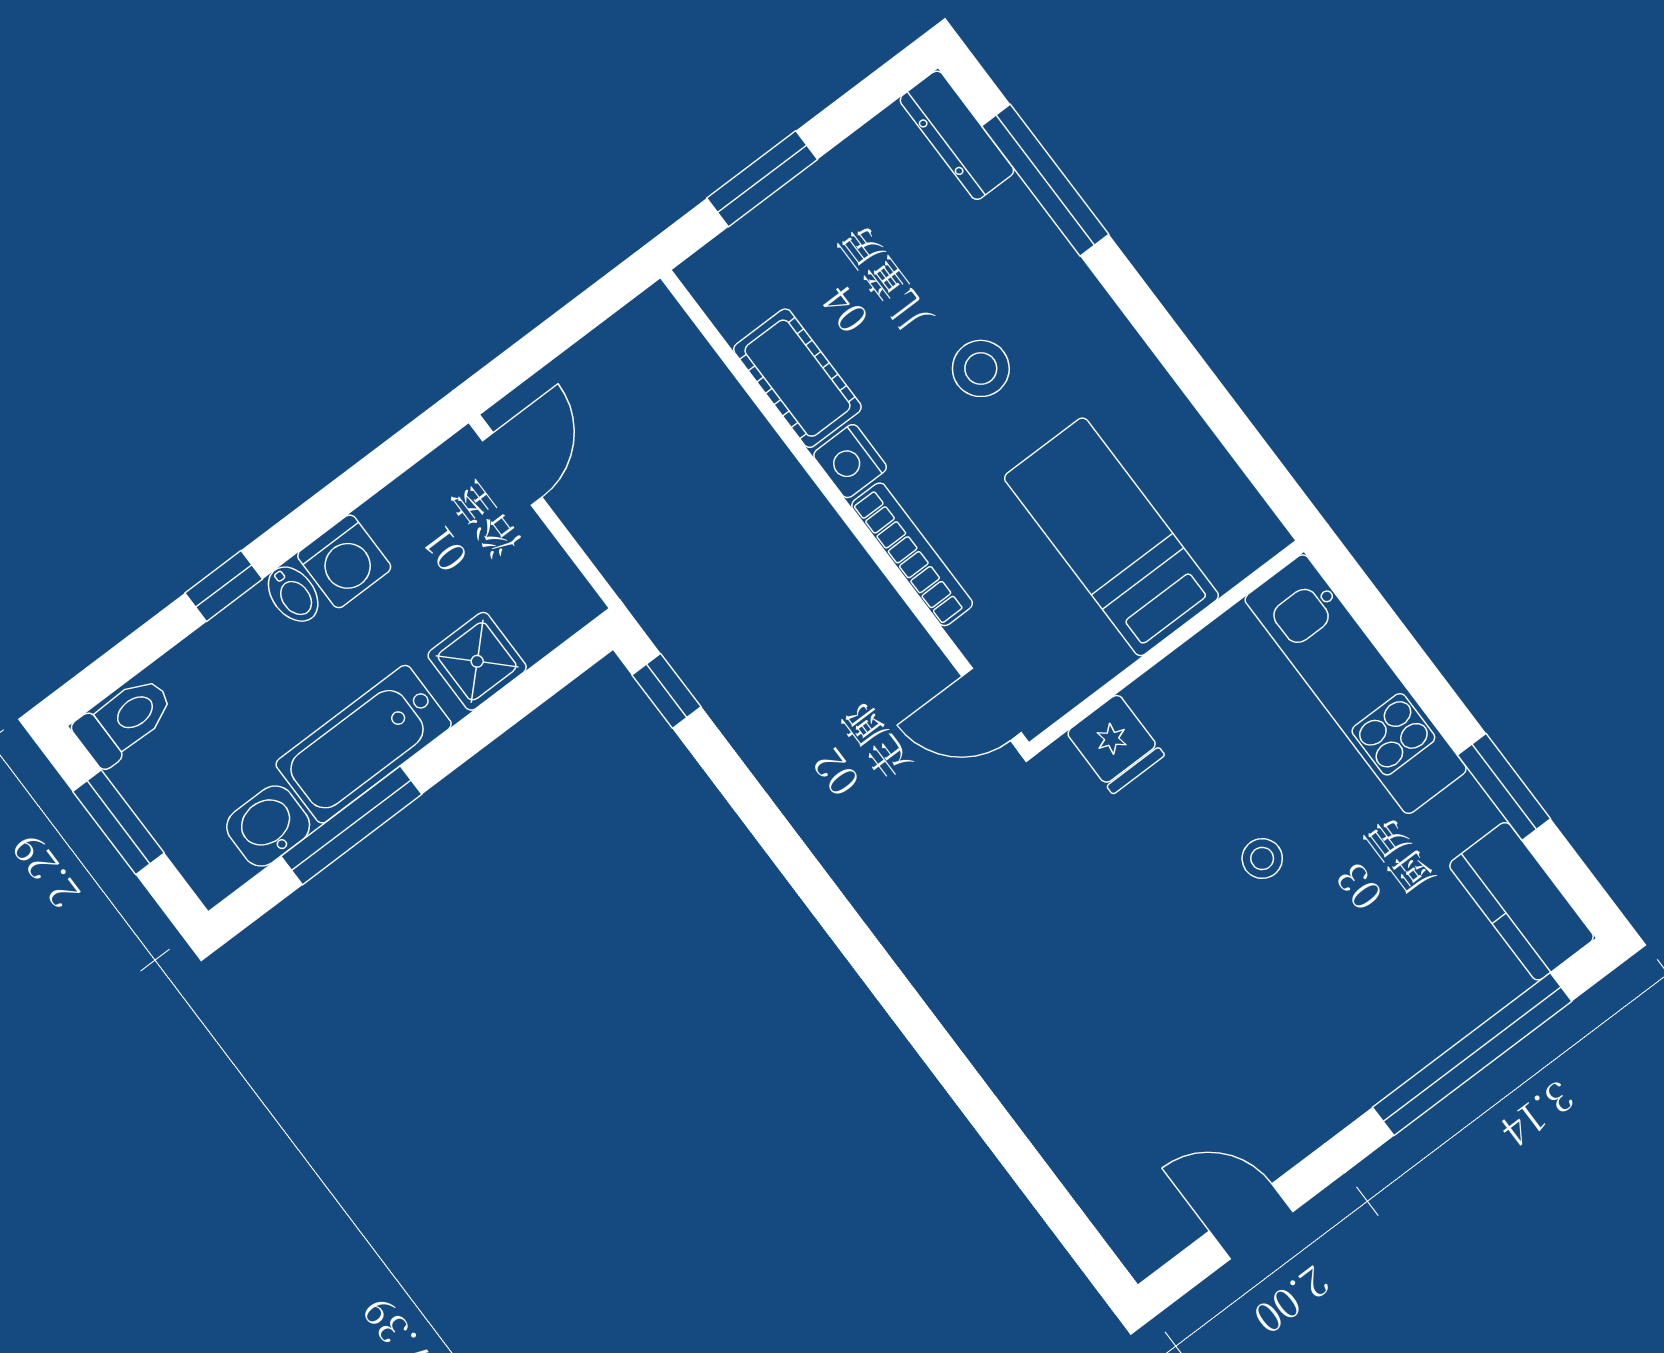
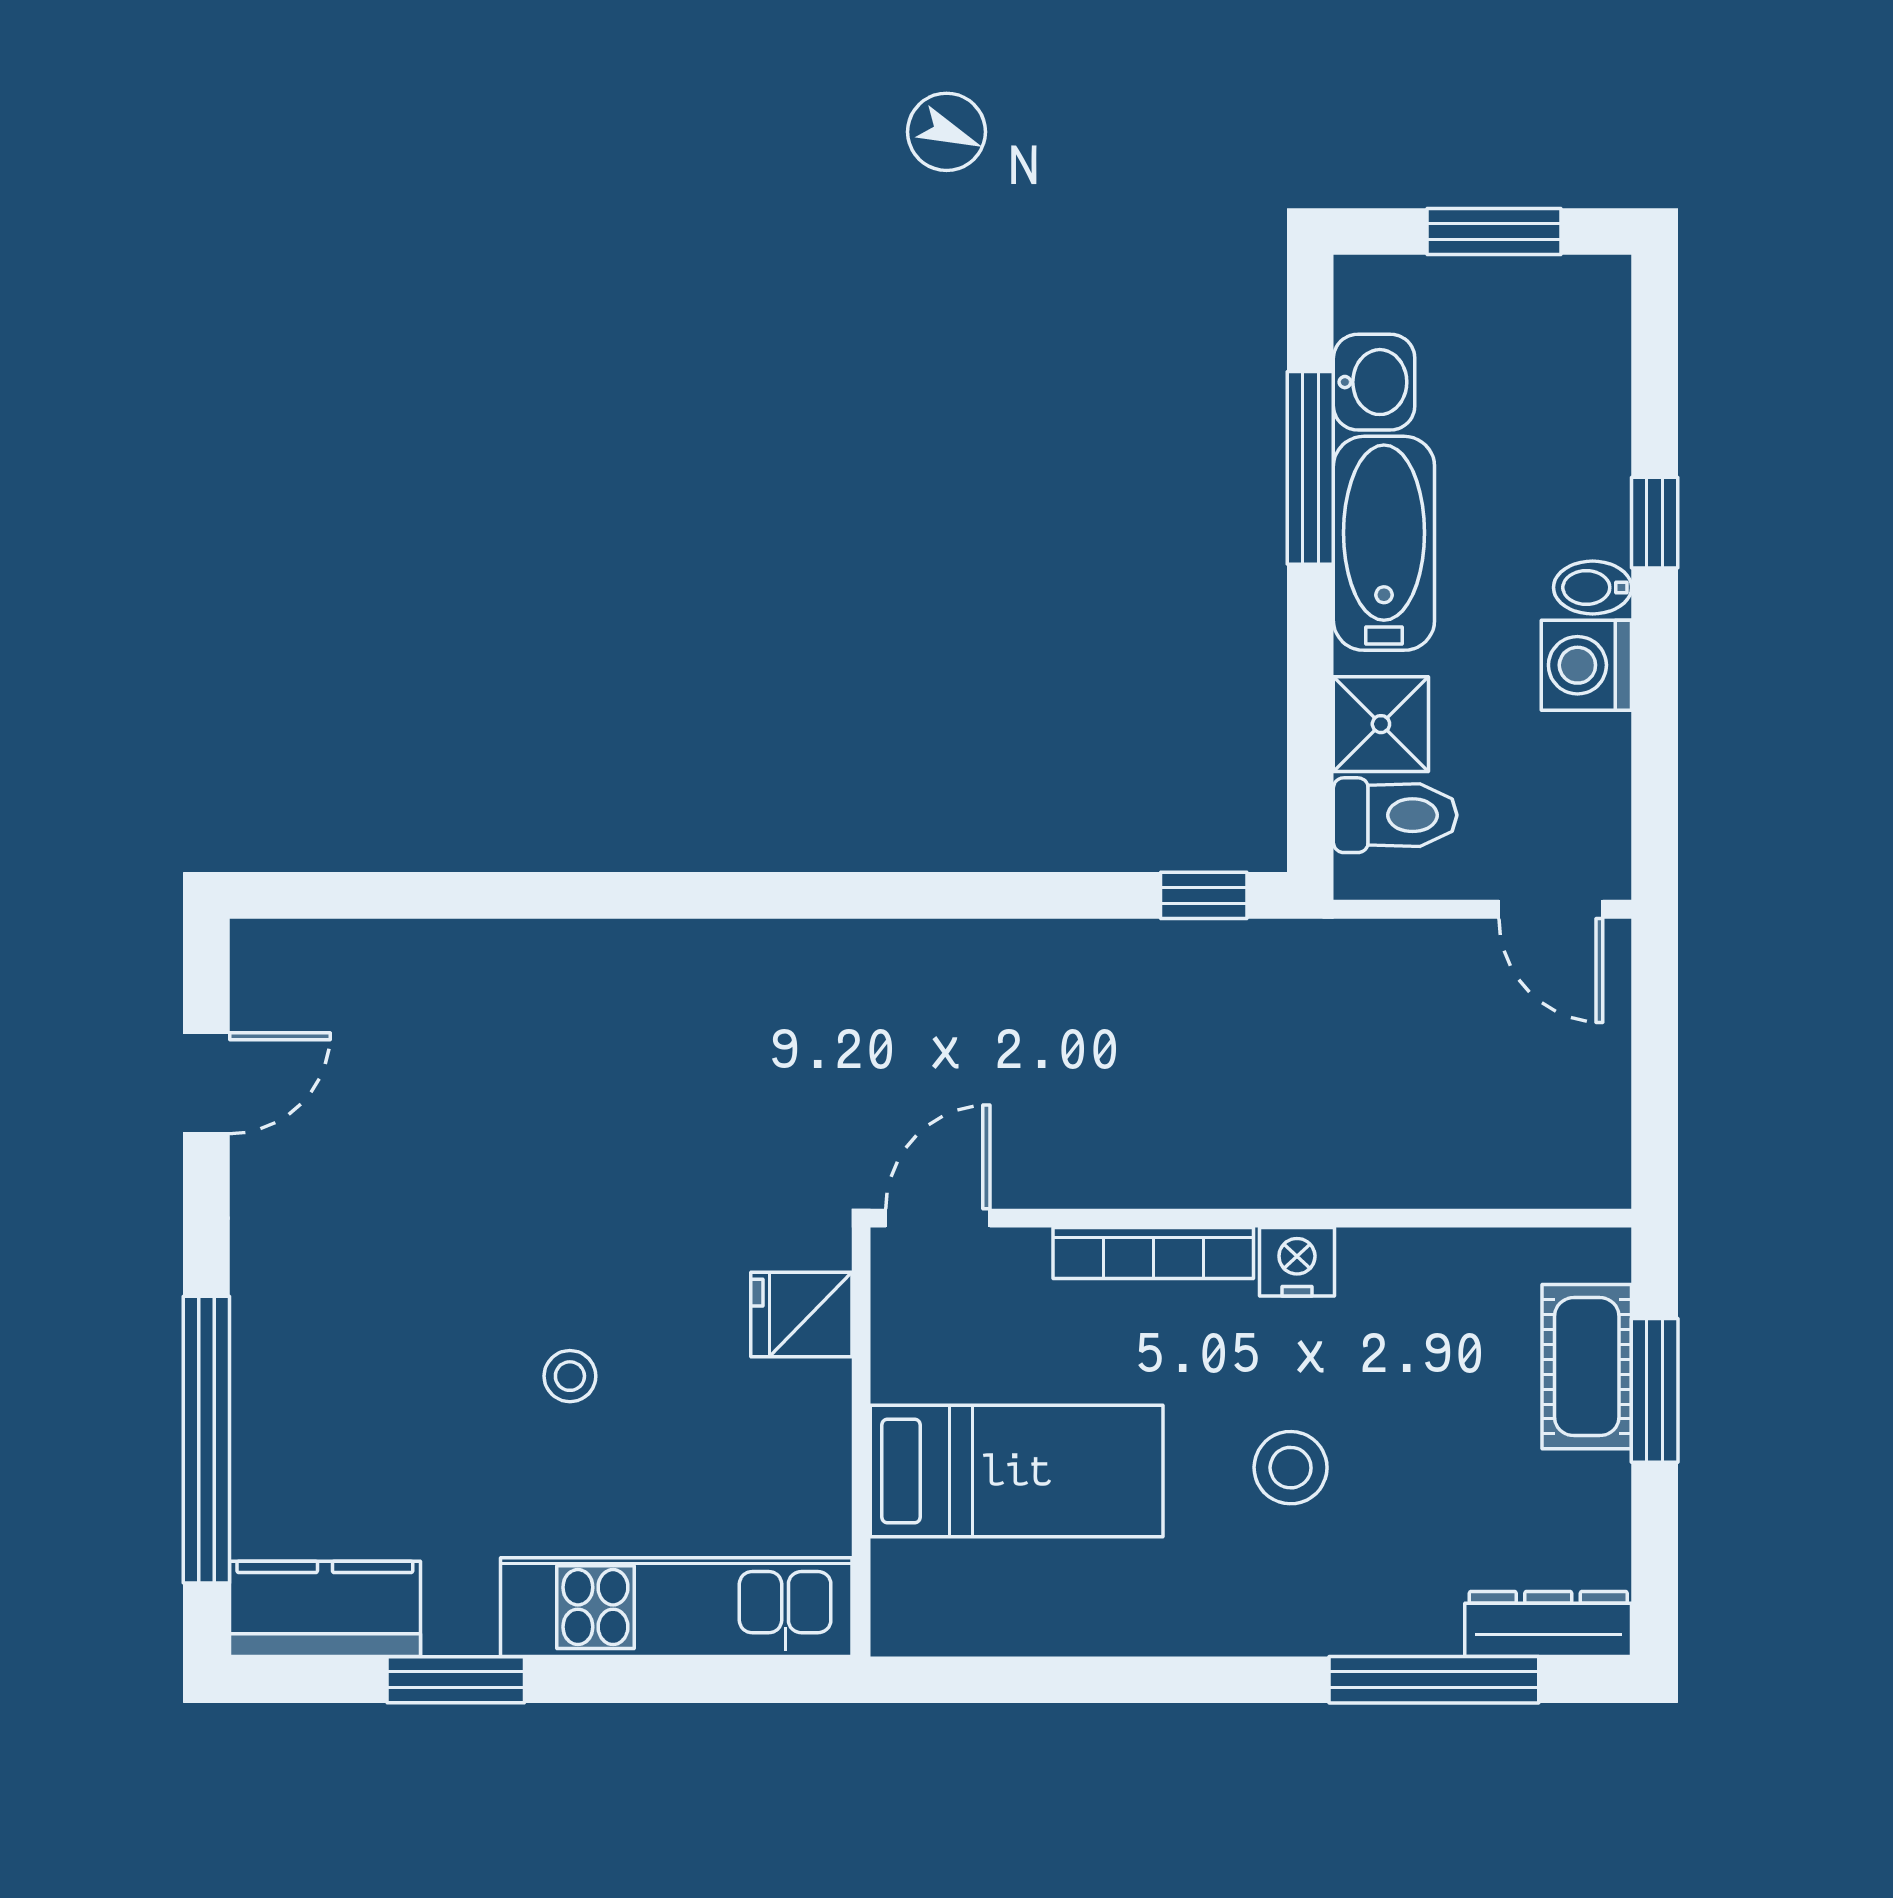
cot: (797, 378) -> (1587, 1367), moved, turned 90
toilet: (124, 720) -> (1395, 815), moved, turned -90

